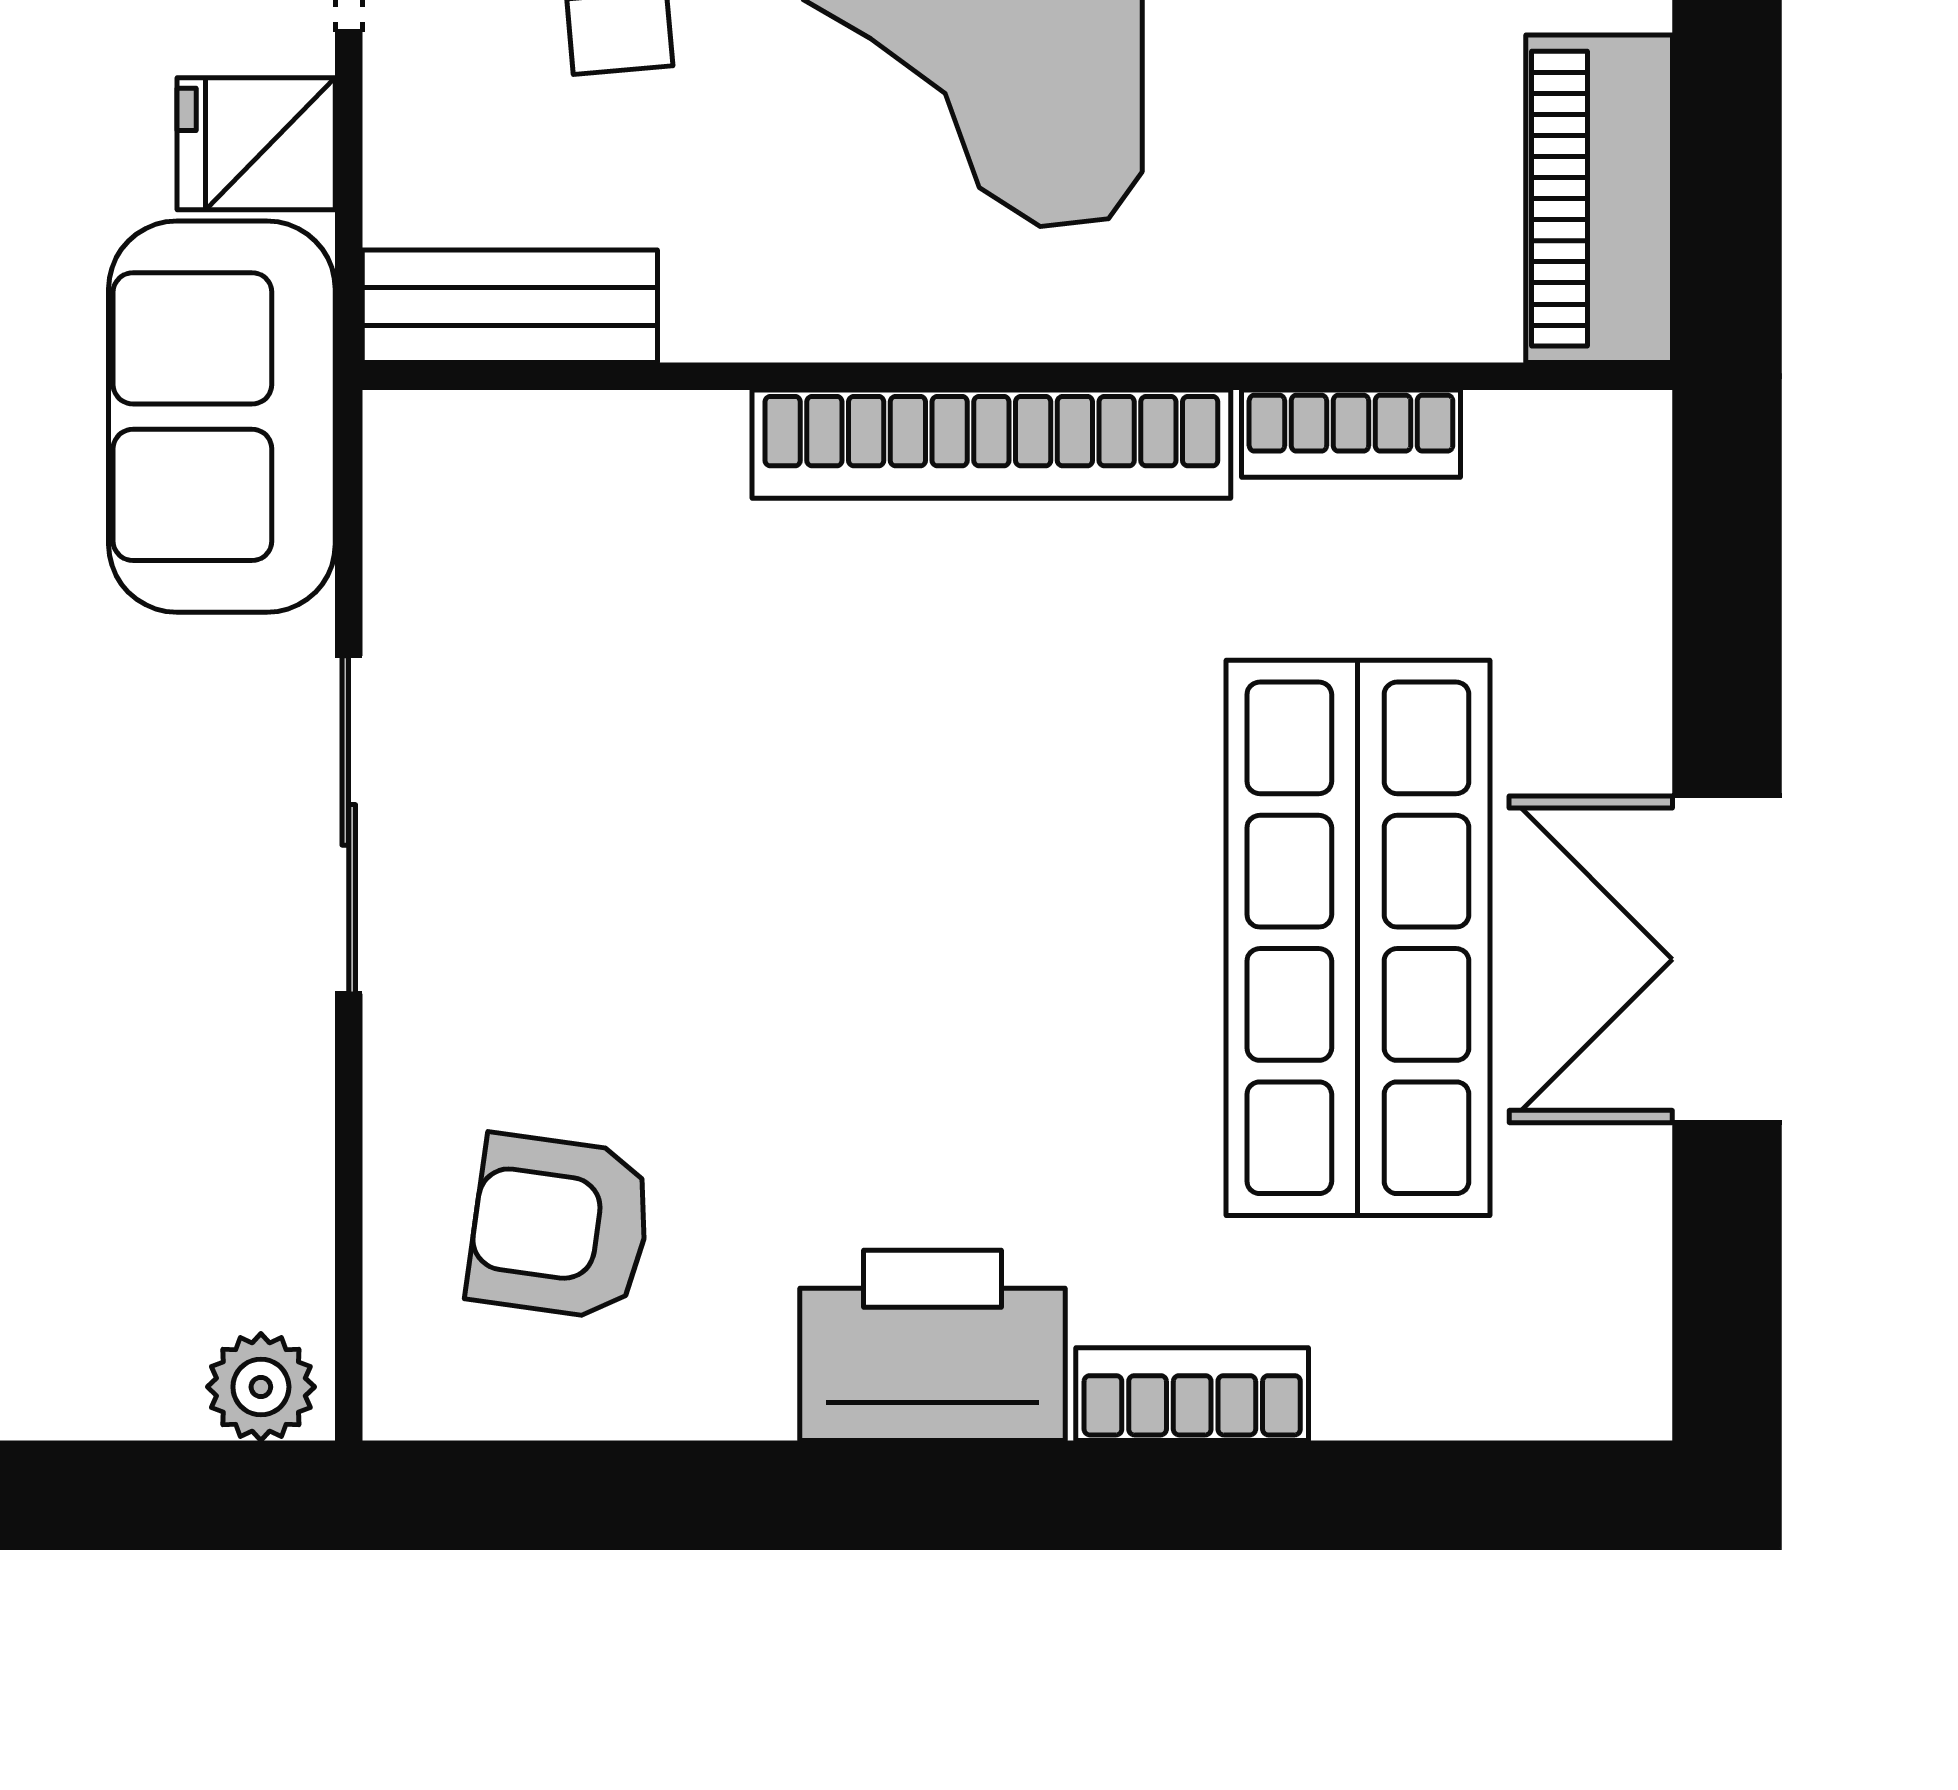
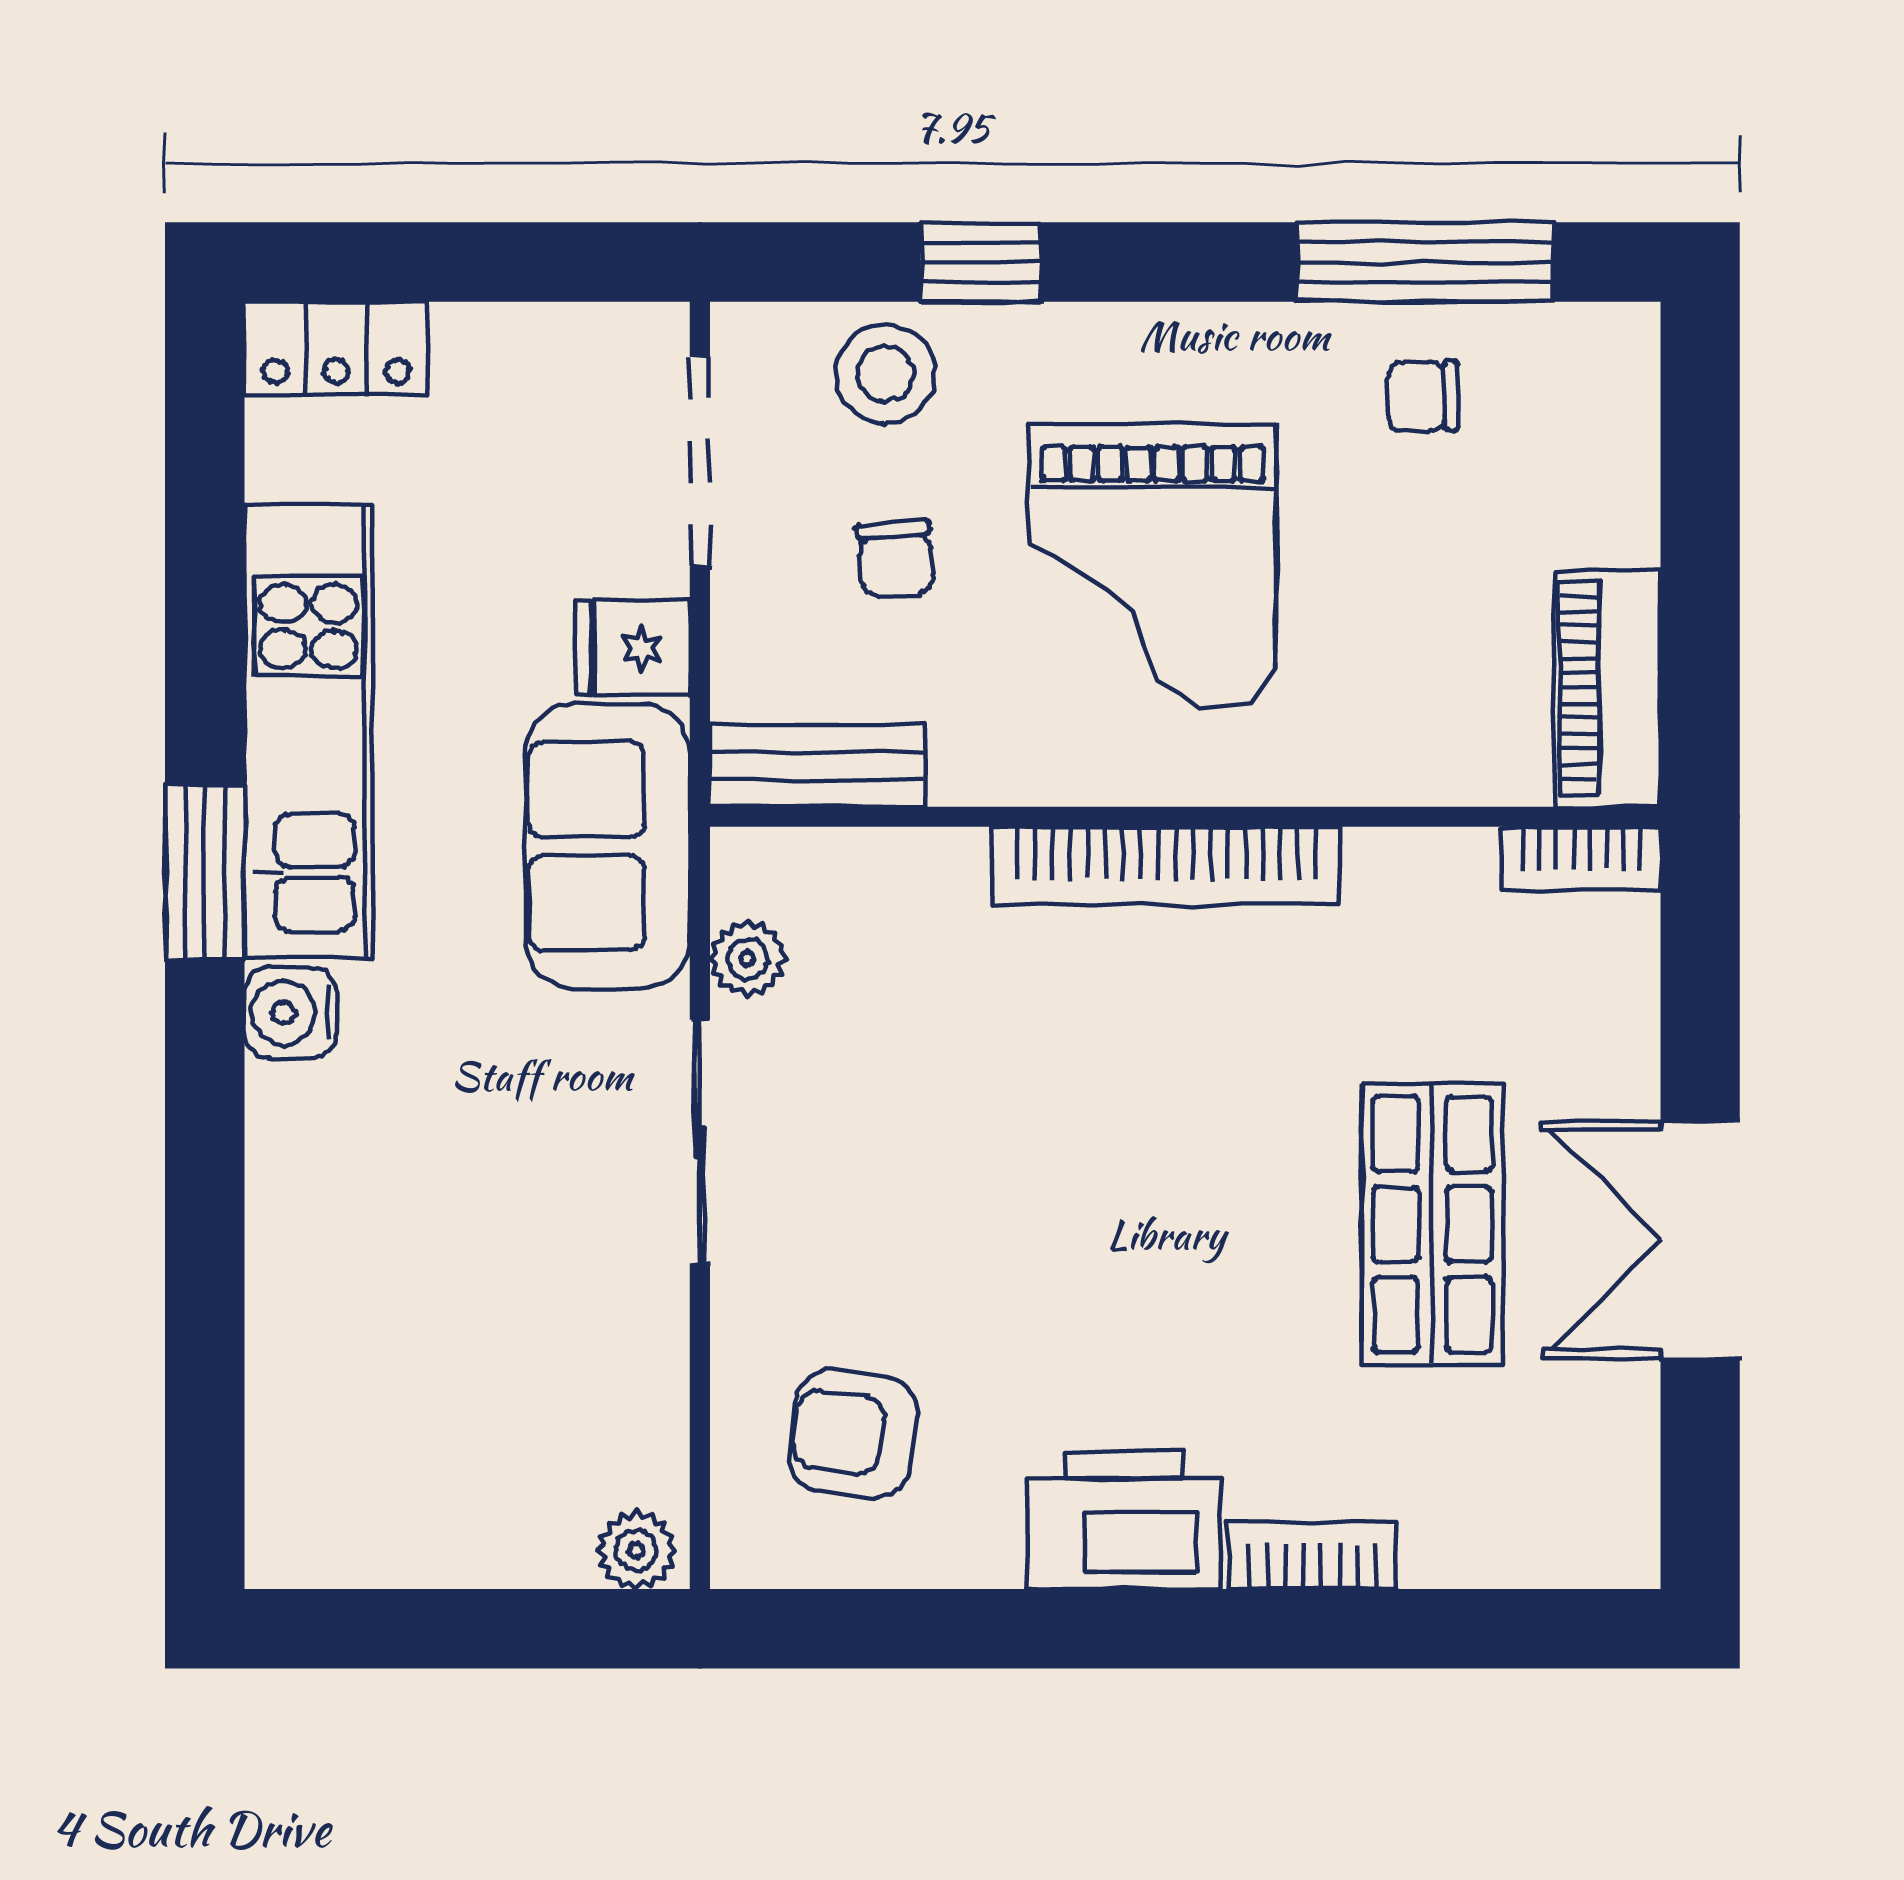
bookcase: (1351, 434) -> (1581, 858), moved
plant: (414, 572) -> (747, 959), added
shop shelf: (1358, 938) -> (1432, 1224), width x0.70, depth x0.74

